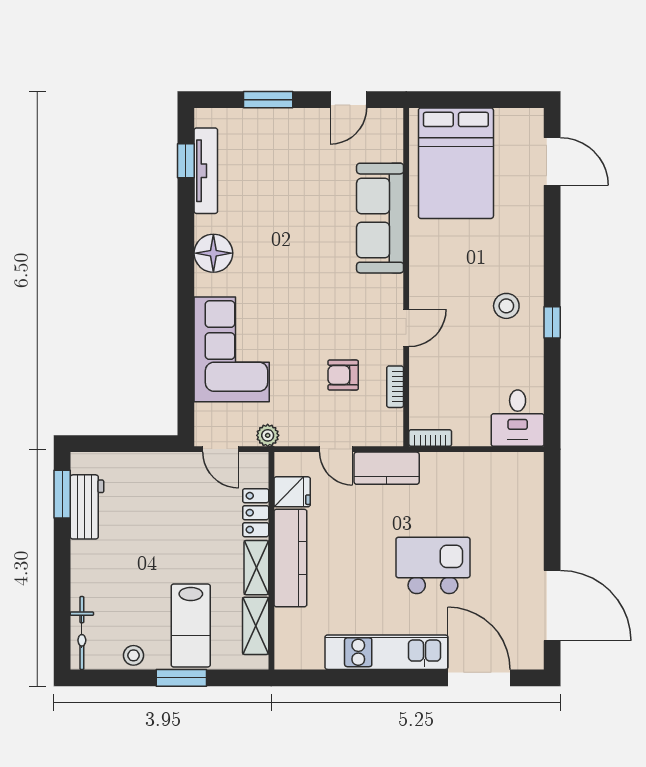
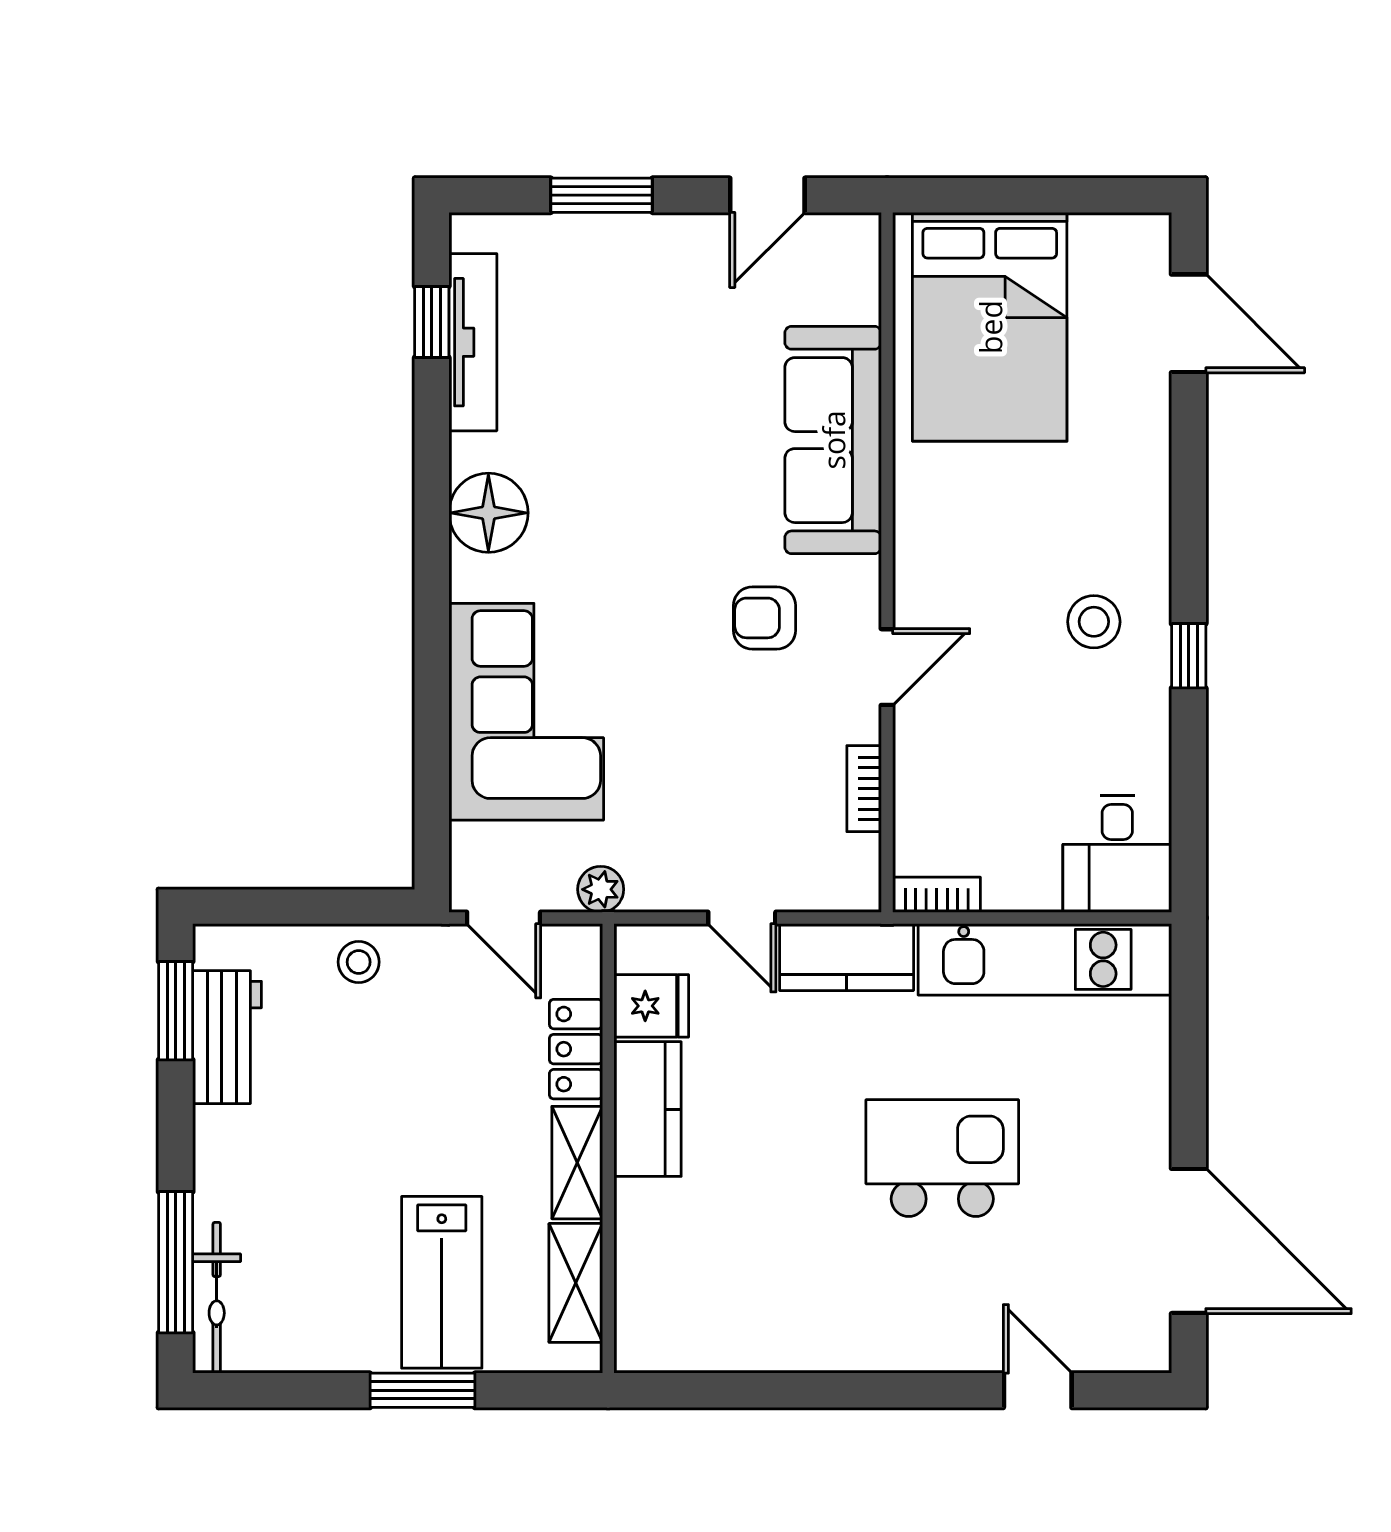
armchair: (343, 375) -> (765, 618), moved
kitchen counter: (290, 558) -> (648, 1109), width x0.67
window: (62, 616) -> (176, 1262), added
kitchen unit: (386, 652) -> (1045, 959), moved, turned 180
stool: (133, 655) -> (359, 962), moved
door: (479, 678) -> (1038, 1390), width x0.53

